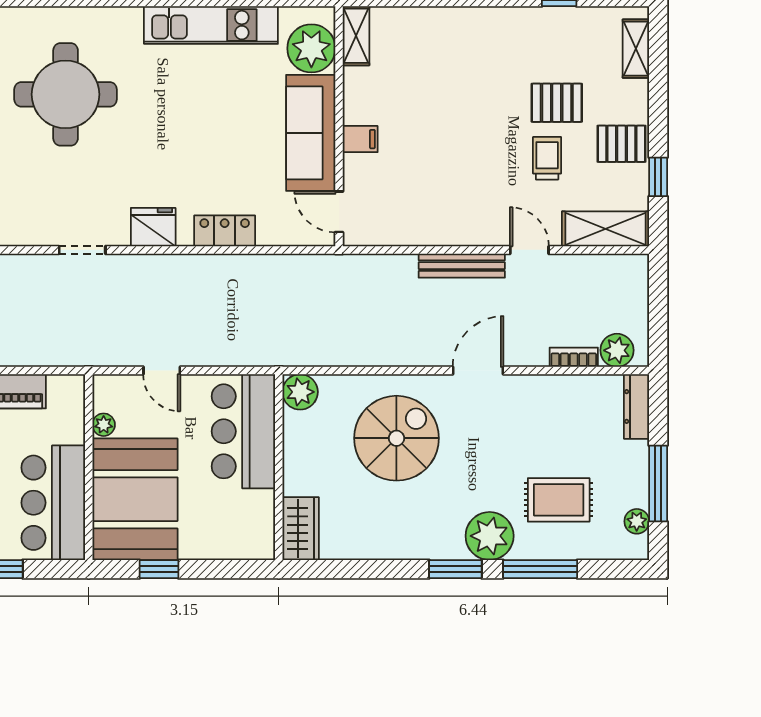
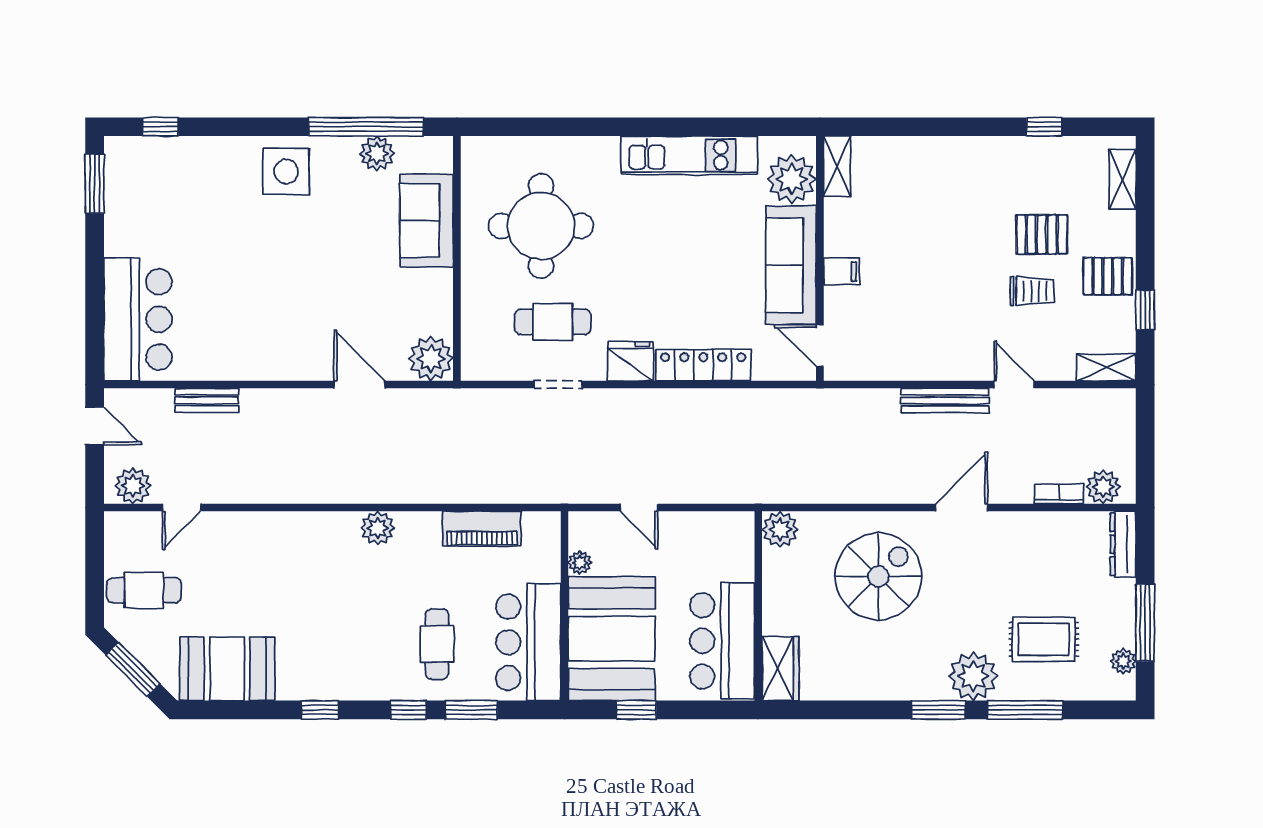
trolley: (547, 158) -> (1032, 291), turned 90
cafe table: (77, 189) -> (553, 322), added
shelving: (605, 229) -> (1106, 367), width x0.67, depth x0.75
locker: (225, 231) -> (703, 365), width x1.53
bar counter: (243, 431) -> (722, 641), moved

